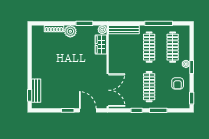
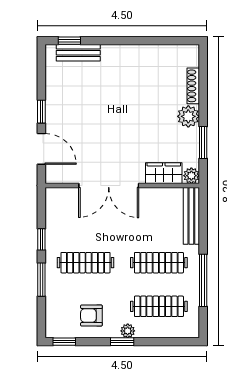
double door: (108, 90) -> (109, 186), moved
door: (88, 110) -> (41, 149), hinge flipped

